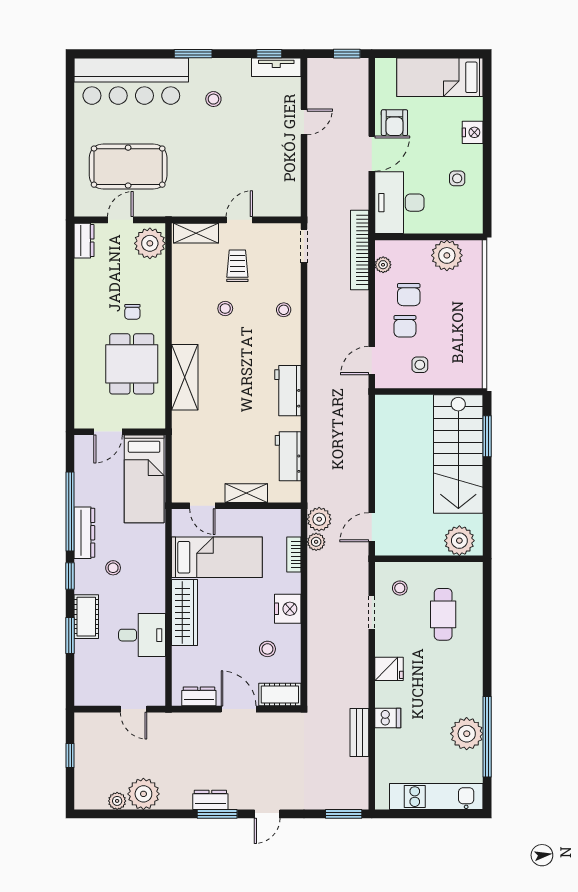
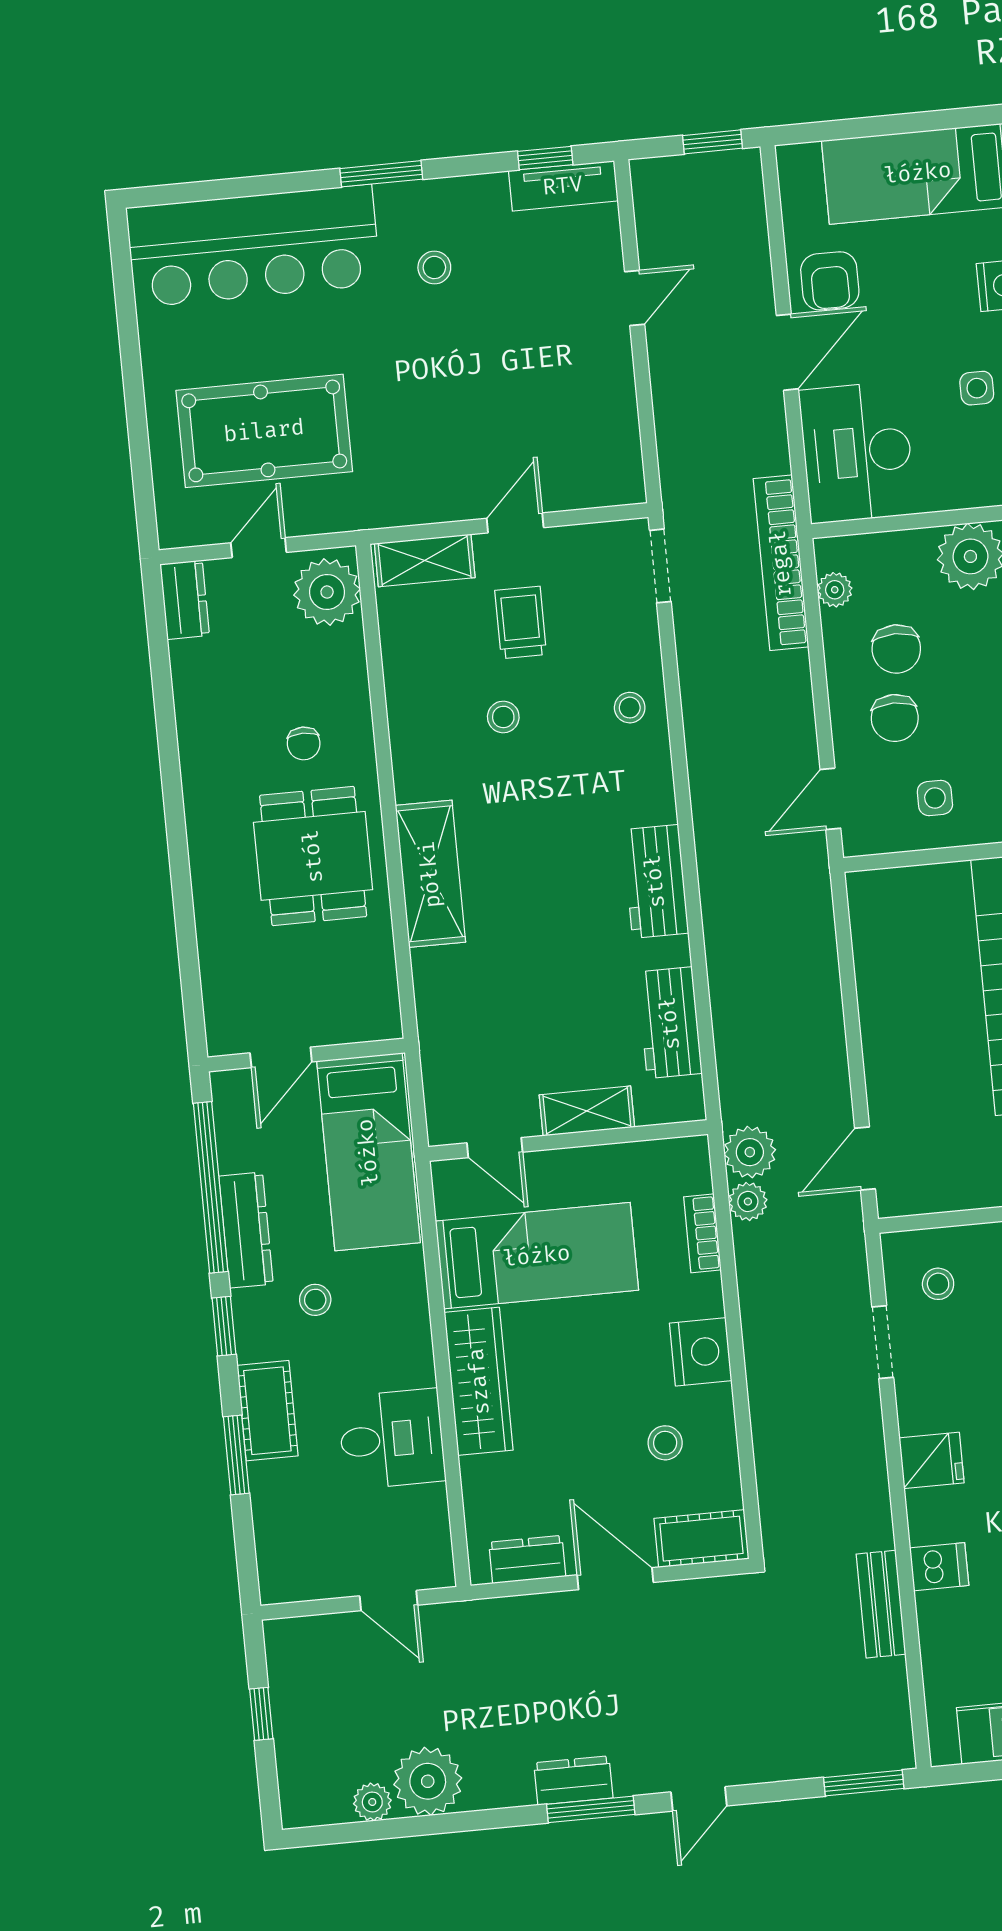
door: (108, 432) -> (281, 1057), moved
wall: (120, 432) -> (306, 1055), moved
bed: (144, 479) -> (368, 1152), moved

